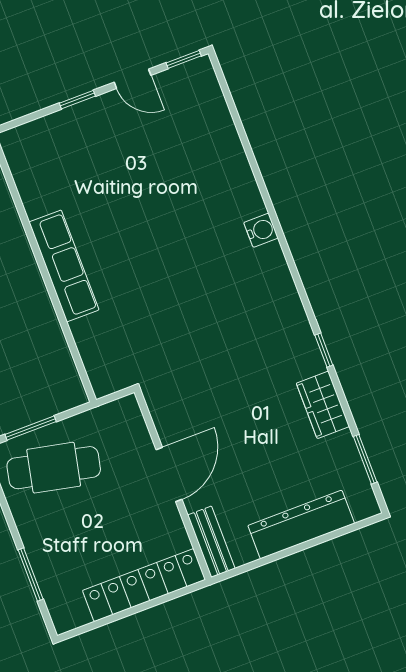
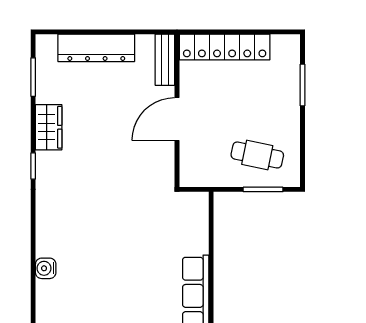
cafe table: (54, 468) -> (257, 155), width x0.73, depth x0.74

